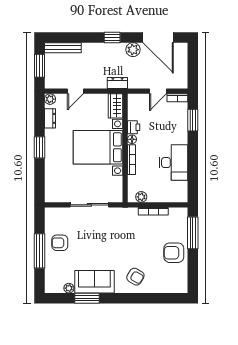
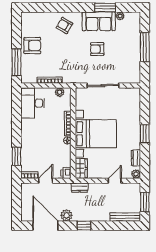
printer: (134, 127) -> (66, 173), moved
desk: (174, 163) -> (33, 103), moved
armchair: (60, 243) -> (97, 49), moved, turned 180

